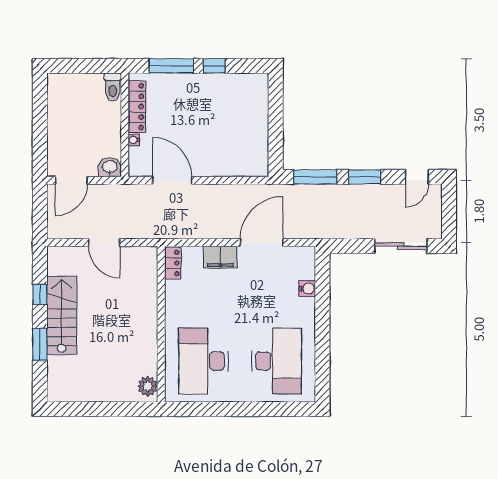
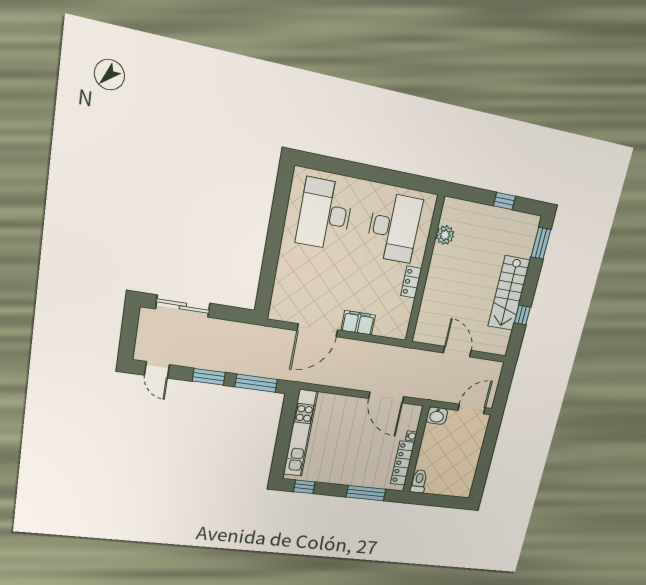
window: (214, 66) -> (304, 487), moved
kitchen unit: (258, 128) -> (300, 433), added
door: (417, 177) -> (157, 370), swing flipped
locker: (173, 263) -> (411, 282), moved
water cooler: (307, 289) -> (282, 280), removed
window: (40, 344) -> (541, 243), moved
plant: (148, 386) -> (445, 235), moved
window: (92, 409) -> (504, 201), added

